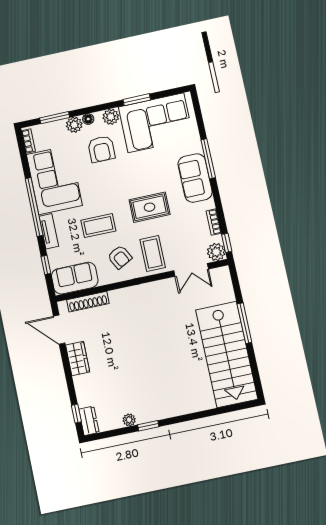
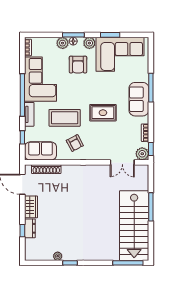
window: (55, 118) -> (73, 35), moved
coffee table: (98, 226) -> (65, 118), width x1.36, depth x1.32
coffee table: (153, 253) -> (98, 145), removed
window: (229, 409) -> (128, 263), added
window: (76, 414) -> (22, 231), moved
dresser: (89, 421) -> (30, 228), moved

